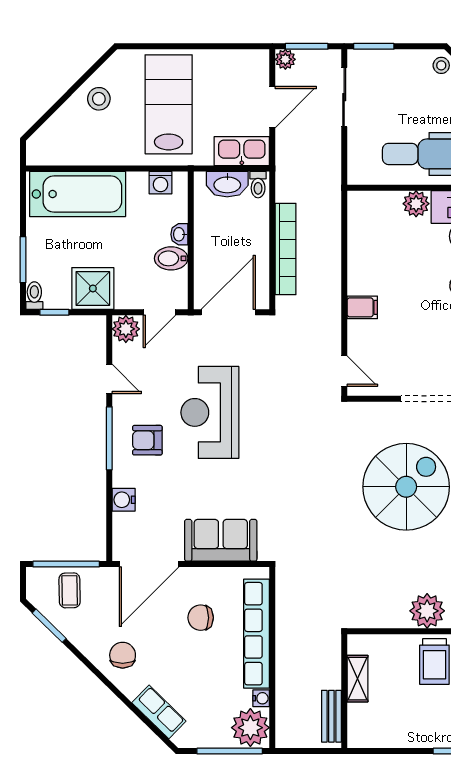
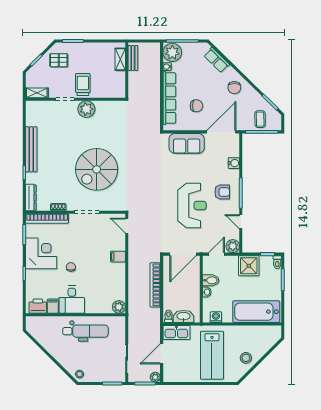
plant: (416, 204) -> (119, 307), moved
shelving: (358, 679) -> (120, 59), moved

